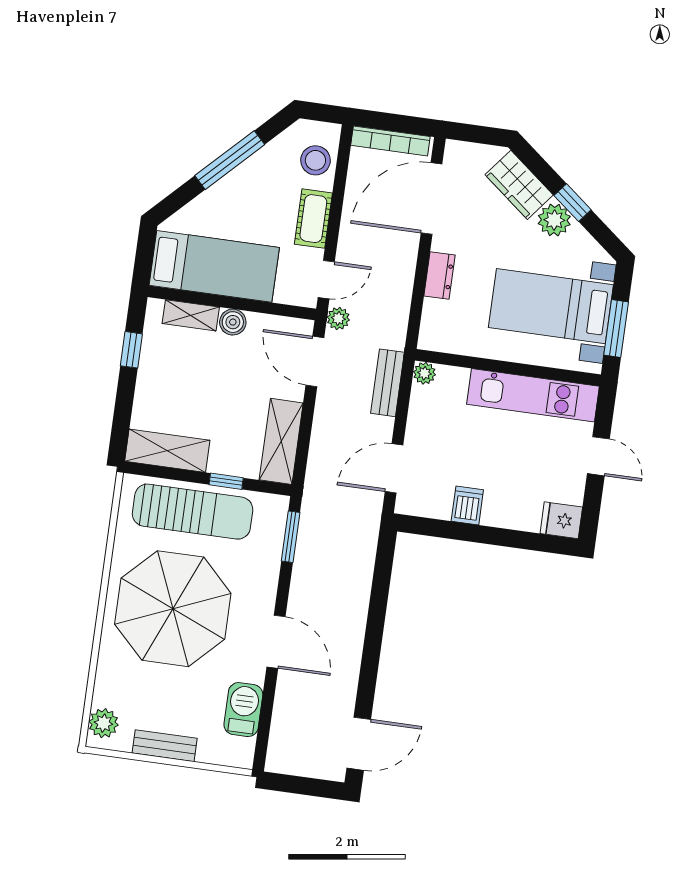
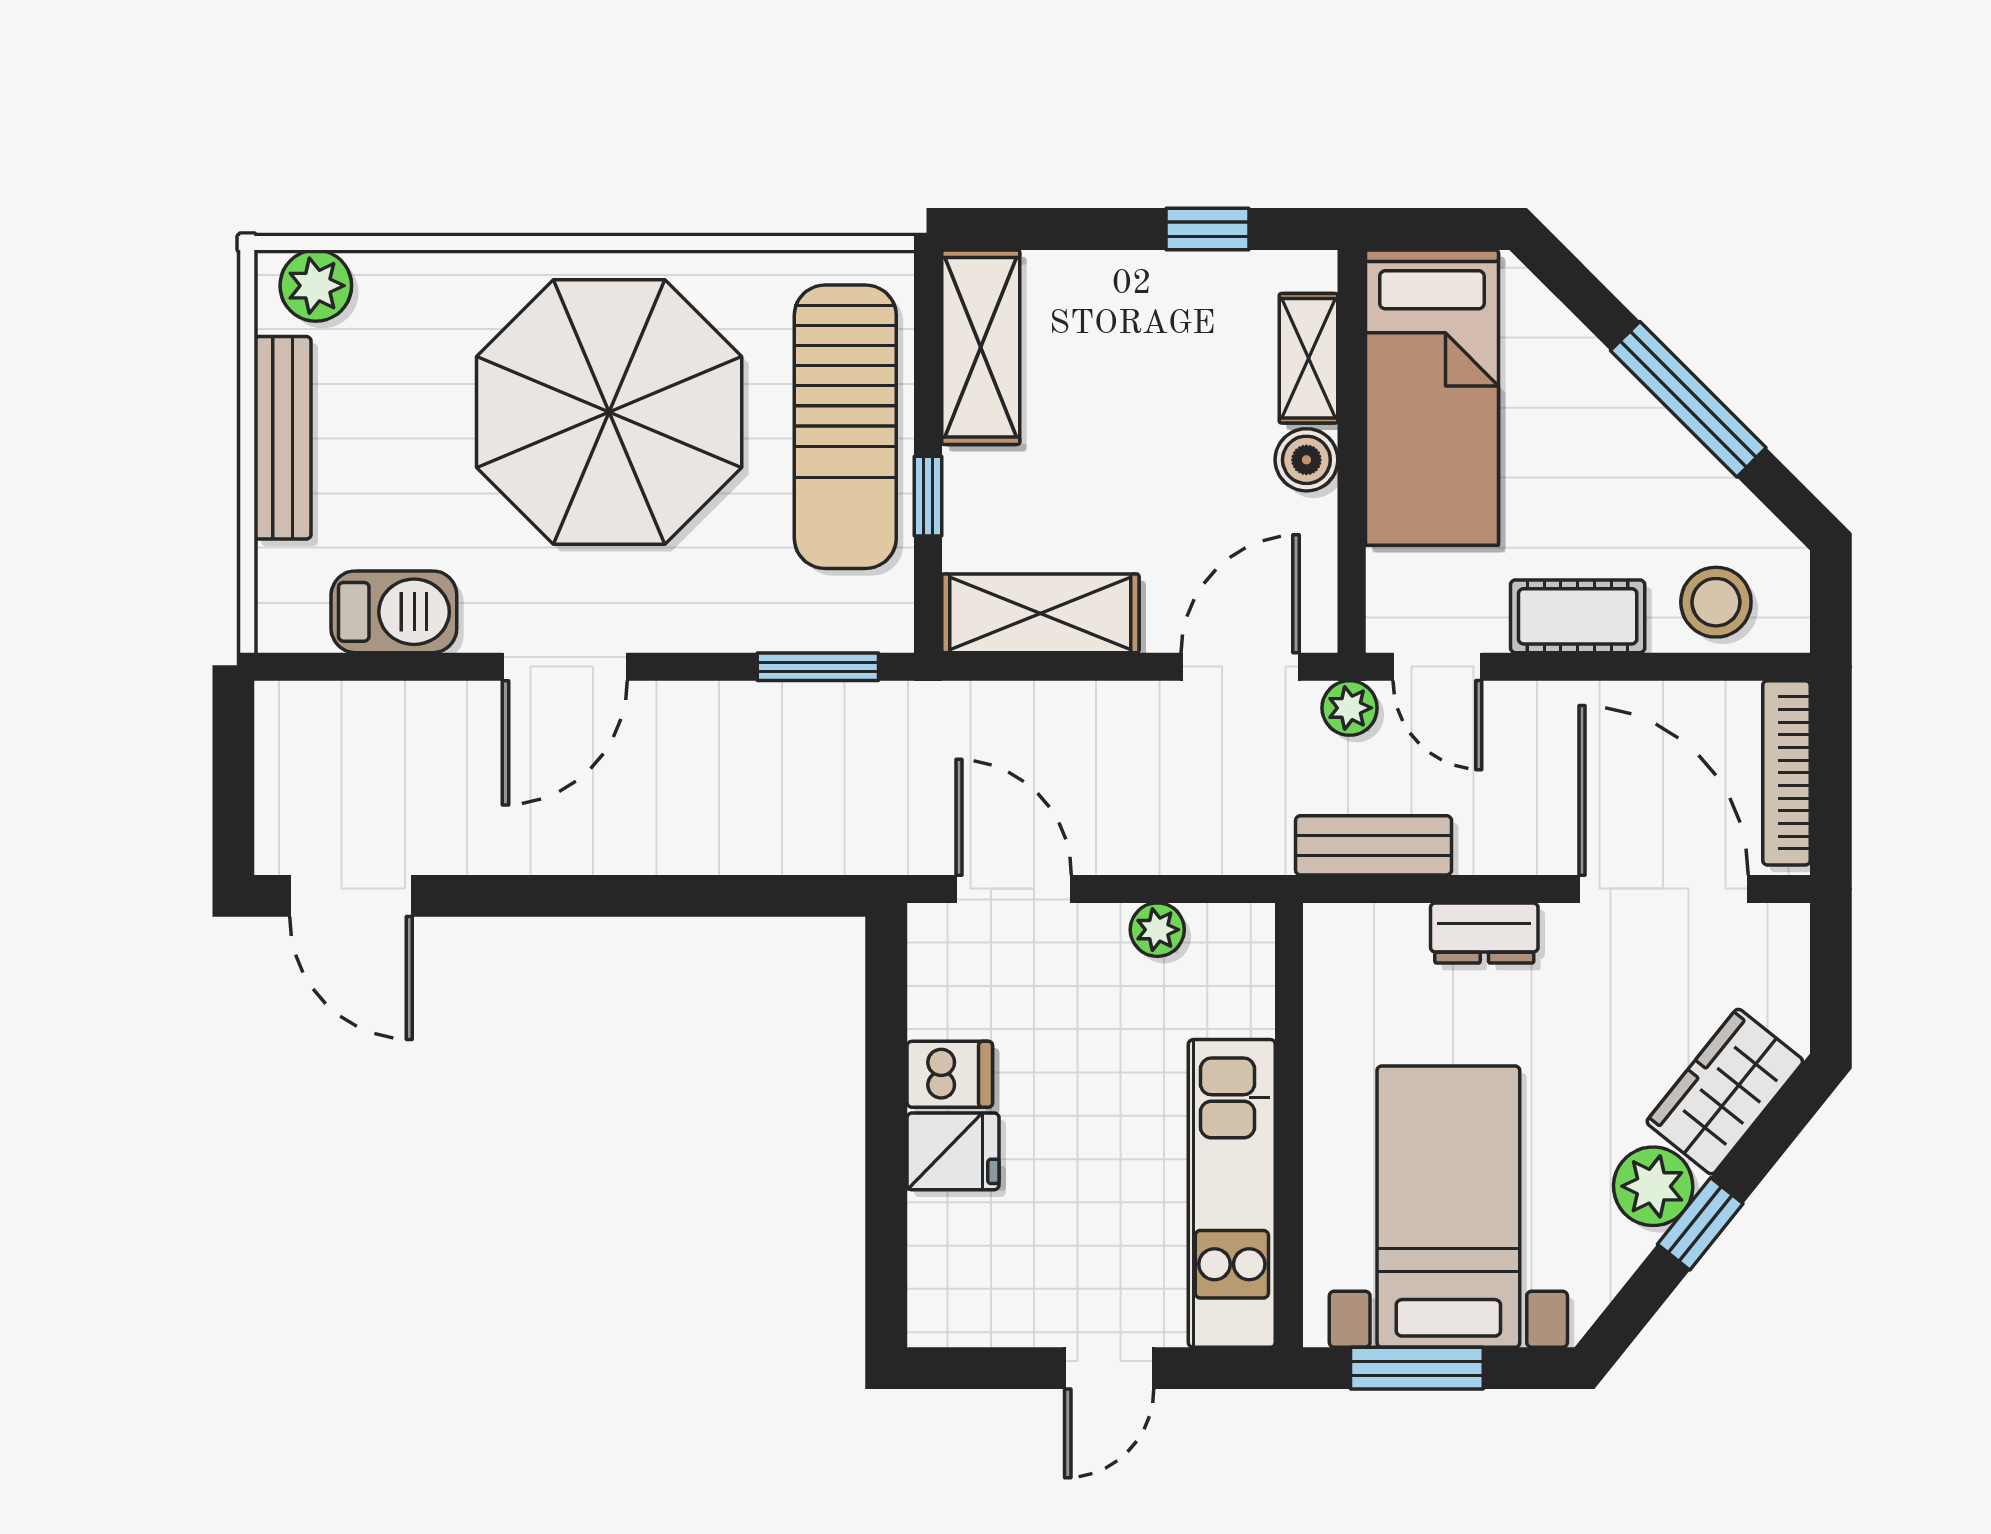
plant: (424, 373) -> (1157, 930), moved
bench: (387, 383) -> (1374, 845), moved
fridge: (561, 520) -> (953, 1151), moved, turned 90
bench: (165, 746) -> (283, 438), width x1.36

